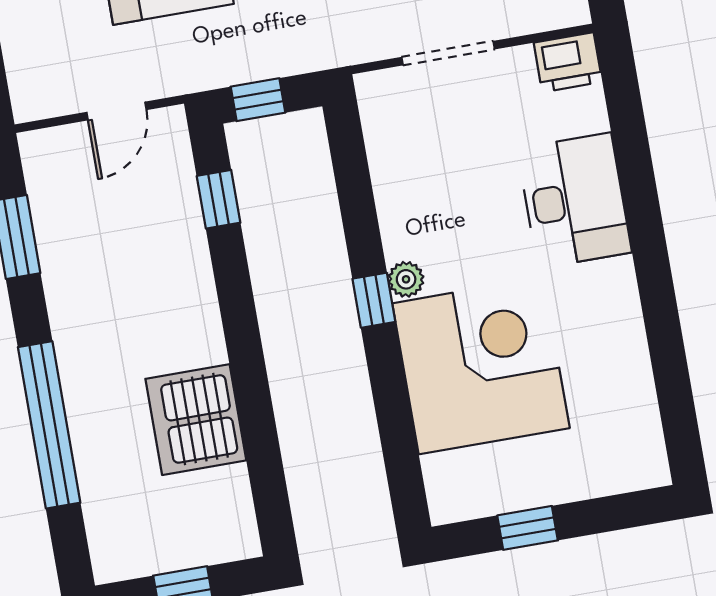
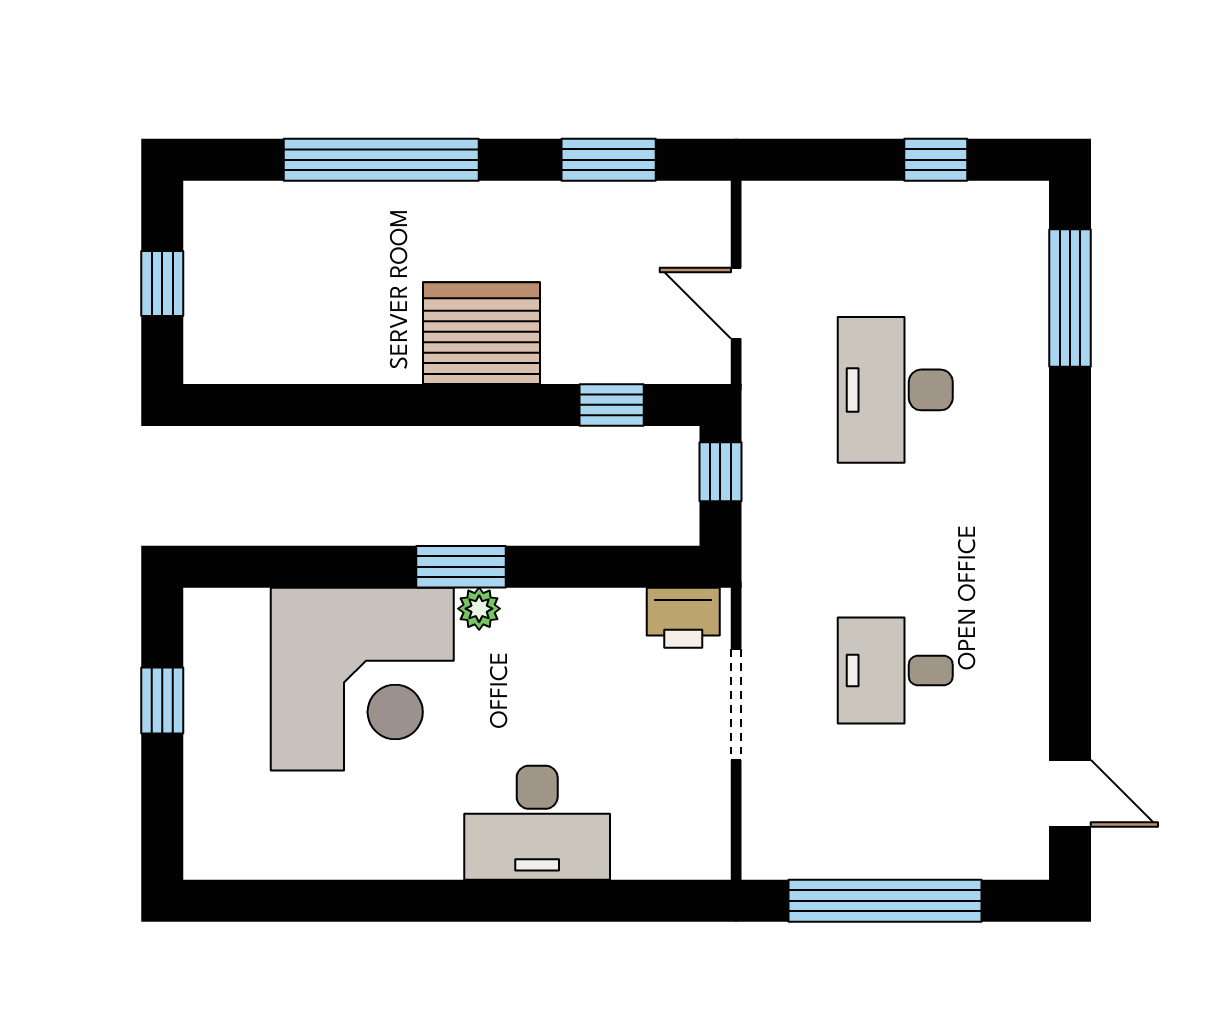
printer: (568, 62) -> (683, 618), moved, turned -90
window: (374, 300) -> (461, 567), width x1.50
server rack: (196, 420) -> (482, 333), moved

